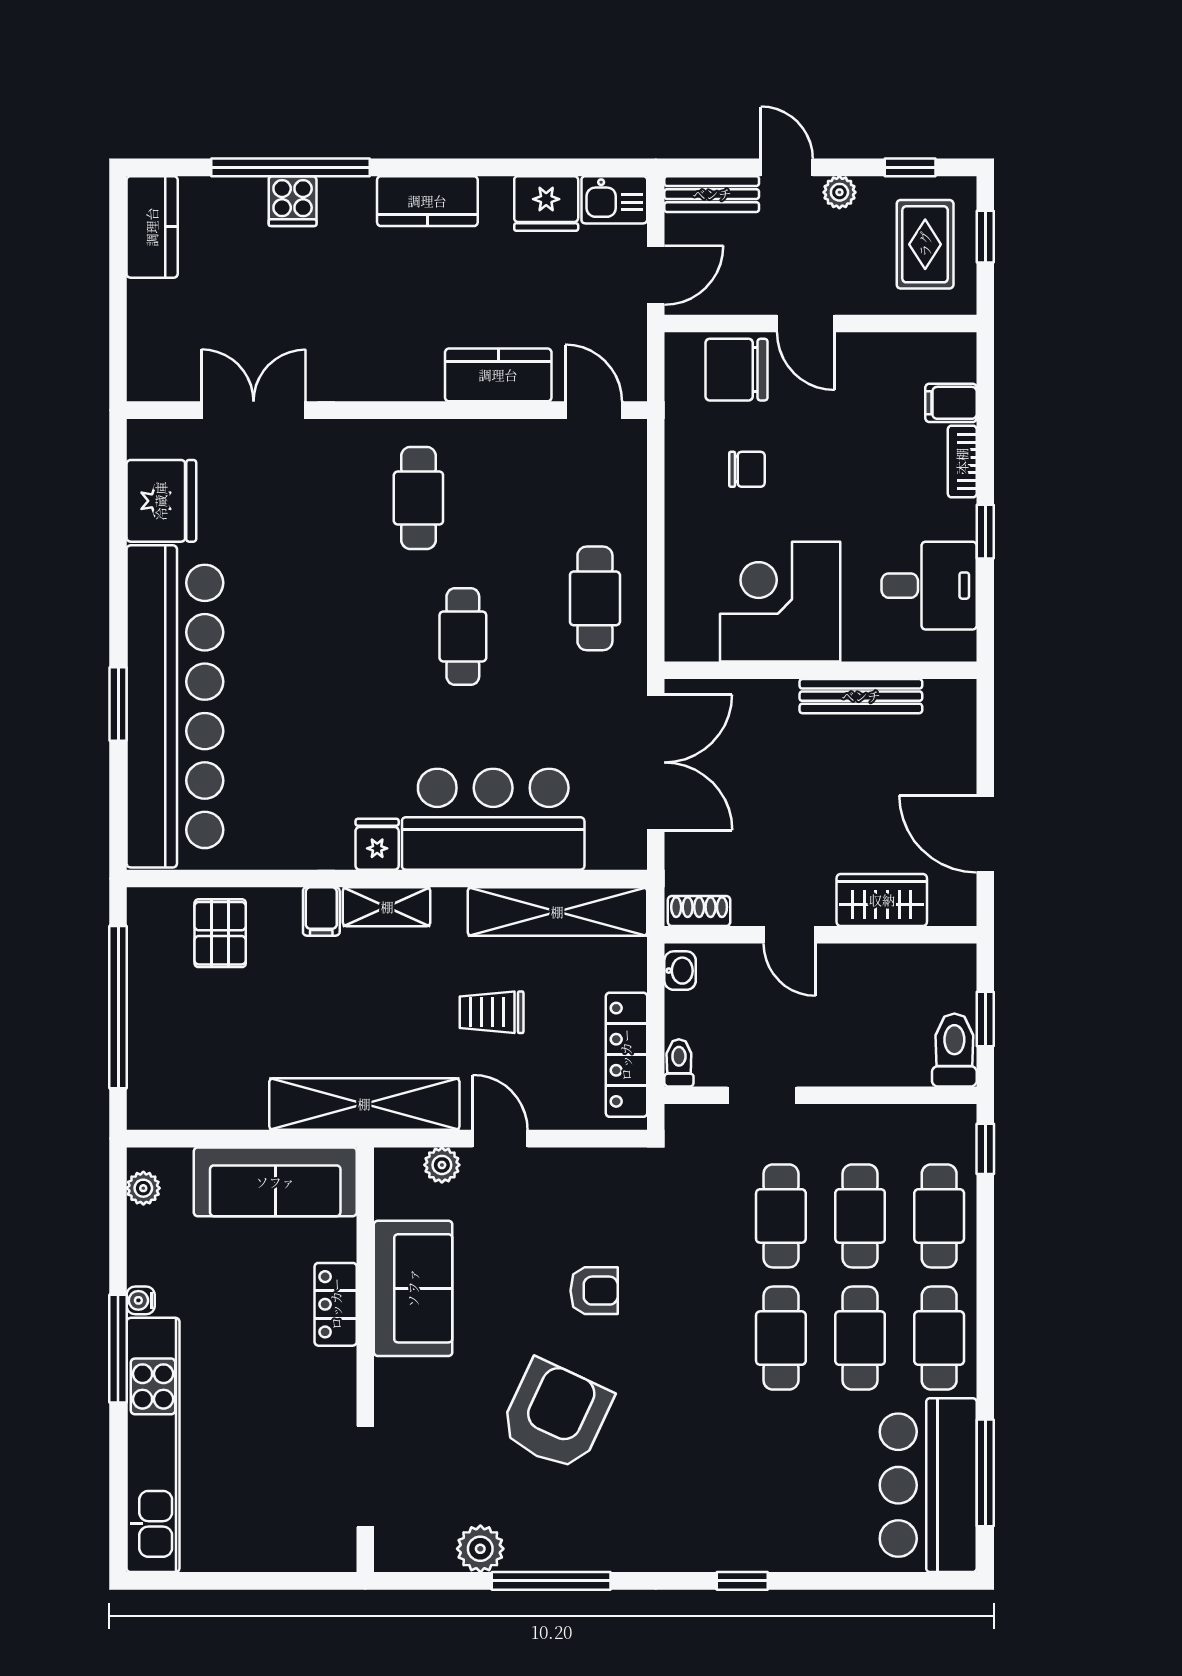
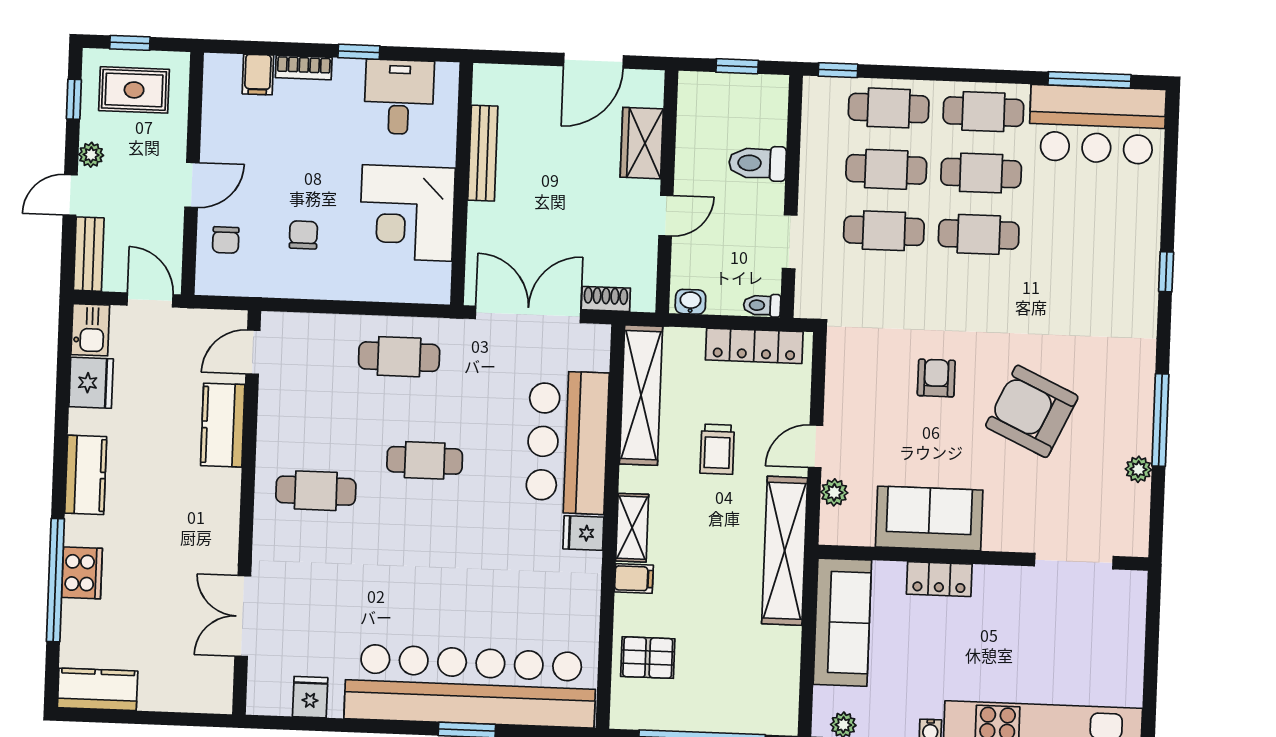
cooker: (293, 201) -> (82, 573), width x1.36
chair: (737, 370) -> (226, 240), width x0.54, depth x0.54
fridge: (161, 501) -> (310, 697), width x0.53, depth x0.75
shoe rack: (699, 911) -> (606, 299), moved, turned 90
toilet: (954, 1050) -> (757, 163), moved
plant: (480, 1549) -> (1138, 469), width x0.73, depth x0.73

